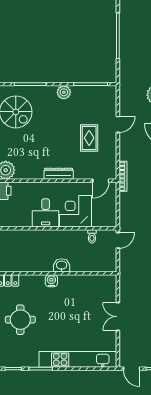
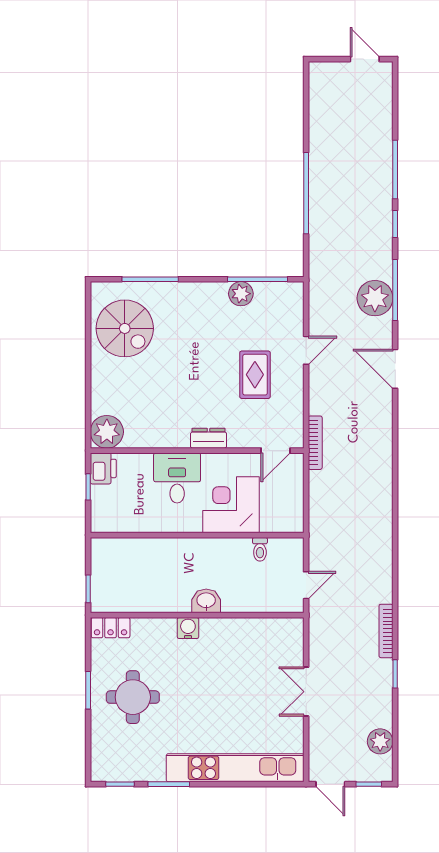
plant: (64, 92) -> (241, 294), moved
dresser: (59, 174) -> (209, 438), width x0.70
desk: (46, 213) -> (177, 478), moved, turned 180
door: (118, 240) -> (306, 585), moved

